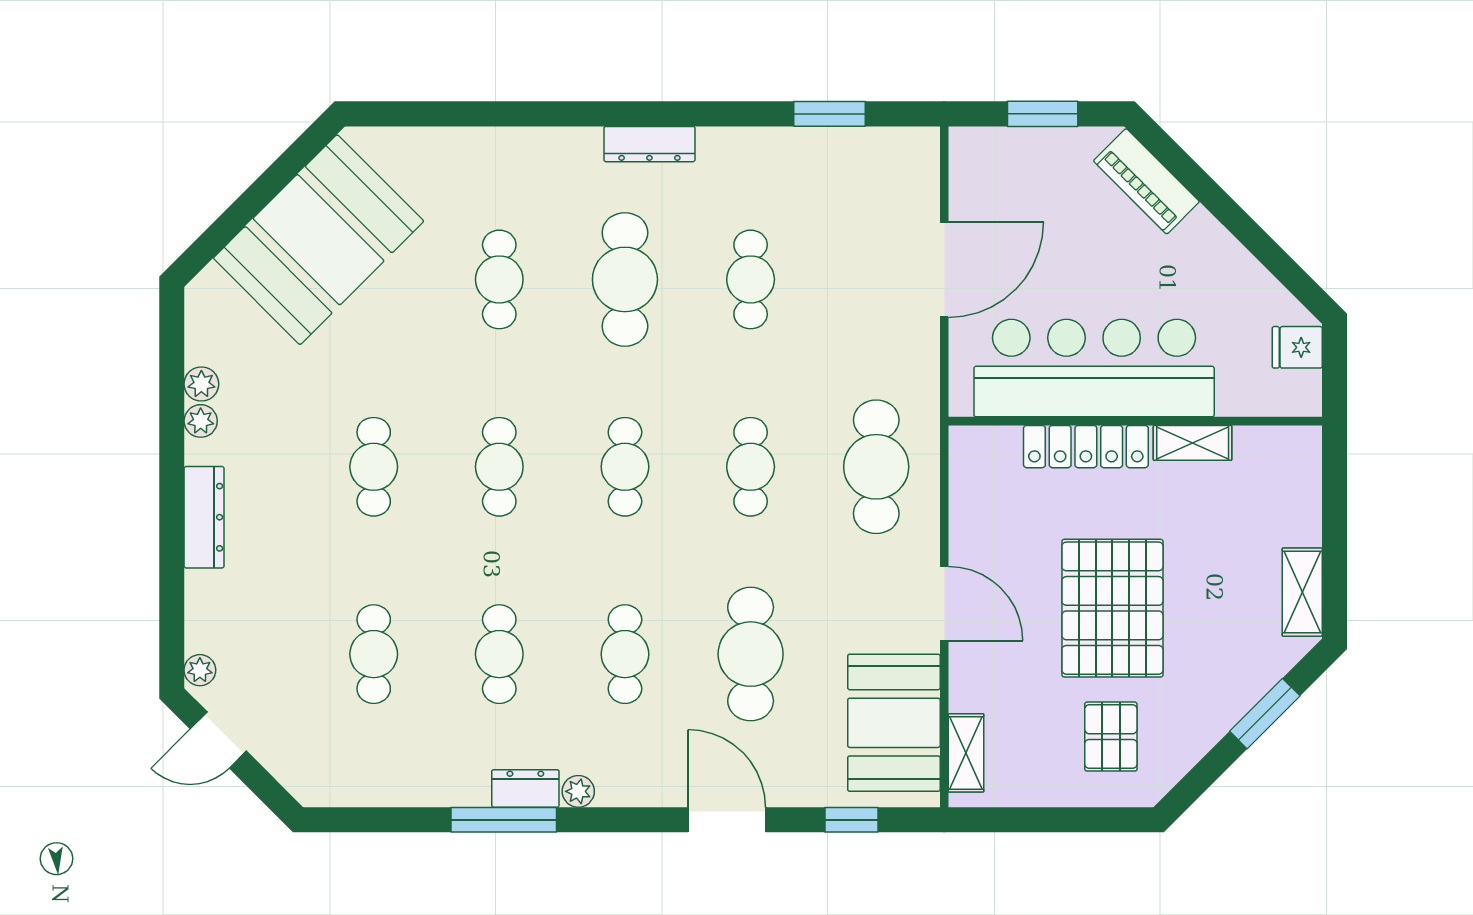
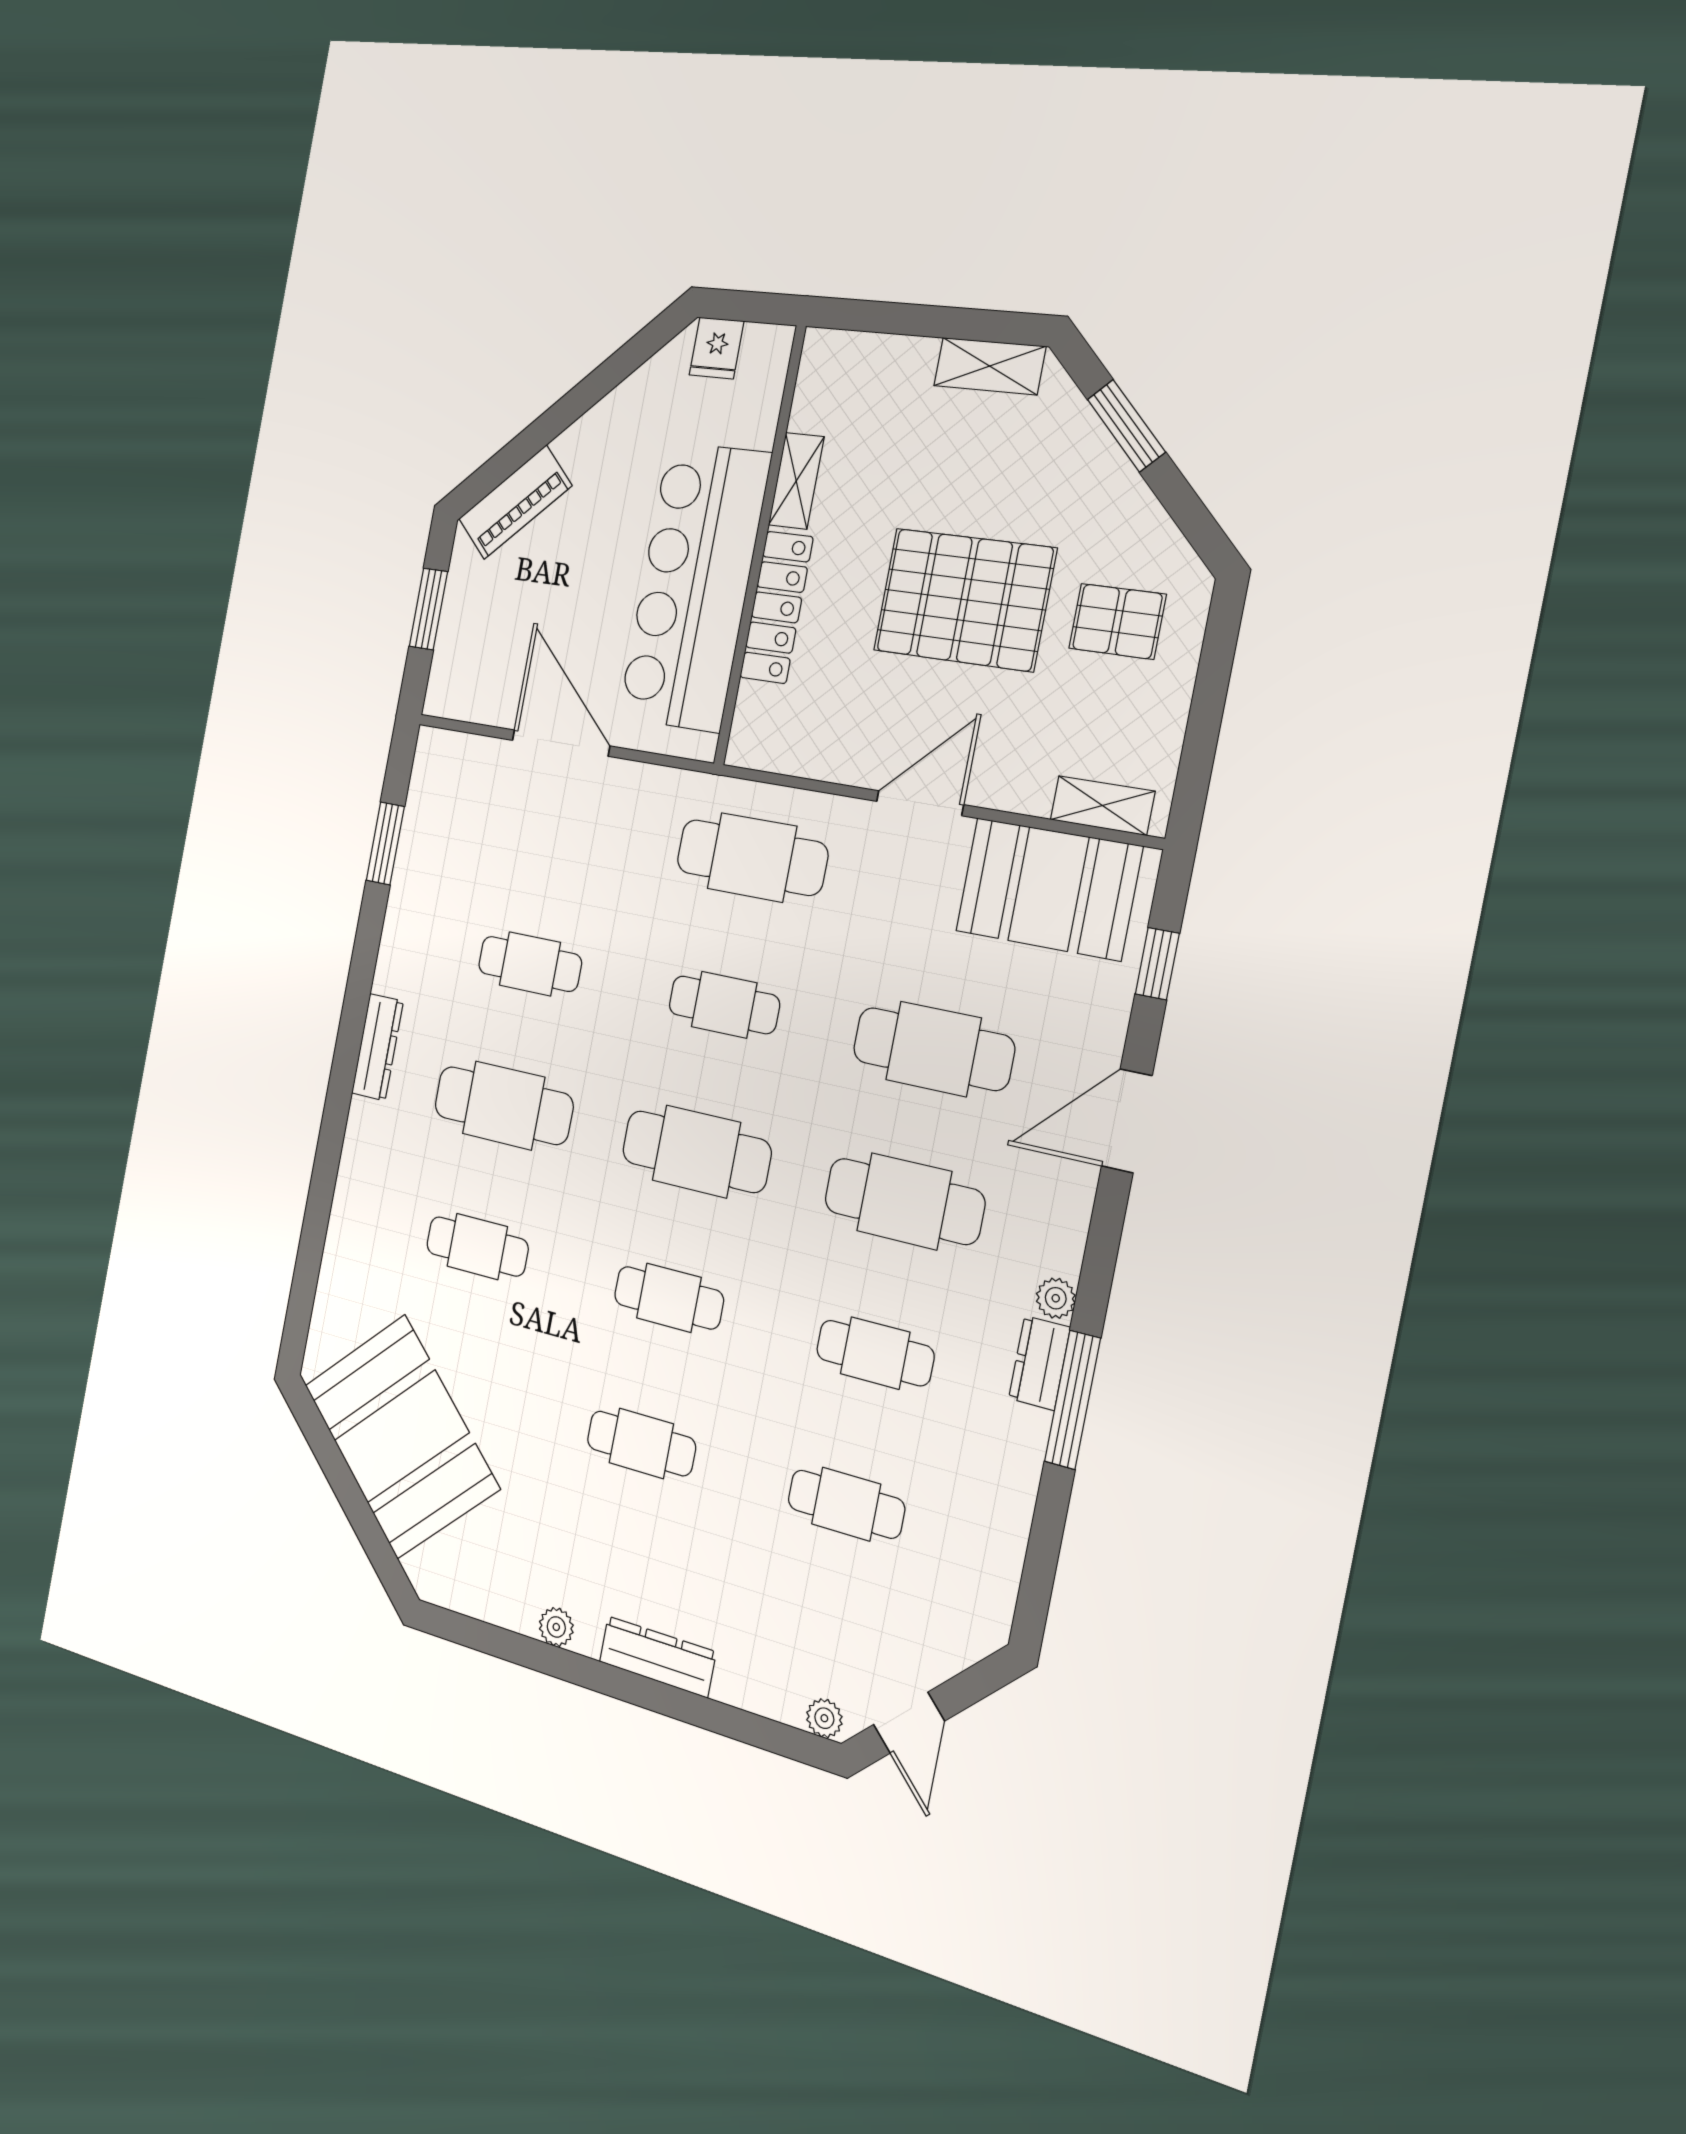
plant: (201, 384) -> (519, 1614), removed
cafe table: (625, 467) -> (696, 1152), width x1.37, depth x1.35
cafe table: (625, 654) -> (904, 1201), width x1.37, depth x1.35

